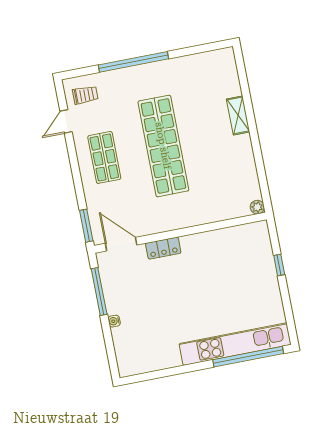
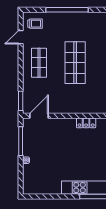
shop shelf: (163, 146) -> (75, 63), width x0.71
door: (121, 244) -> (39, 116), hinge flipped
locker: (163, 248) -> (86, 123), moved

